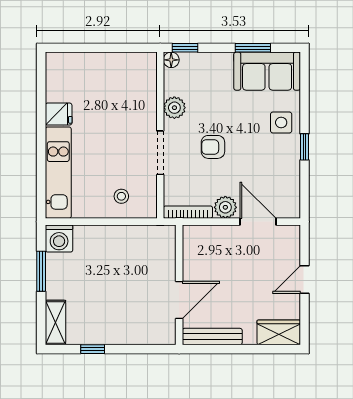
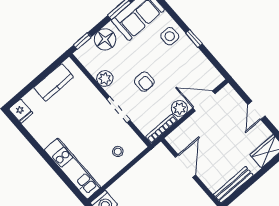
floor lamp: (171, 60) -> (105, 39), moved, width x1.89, depth x1.89
kitchen counter: (117, 65) -> (54, 82), added
fridge: (59, 114) -> (21, 111), moved, turned 90
armchair: (213, 147) -> (144, 82), turned -90
door: (179, 300) -> (185, 166), moved

